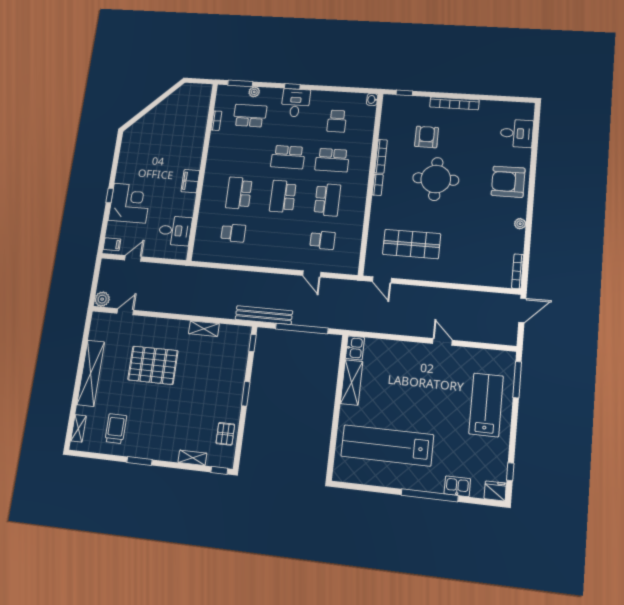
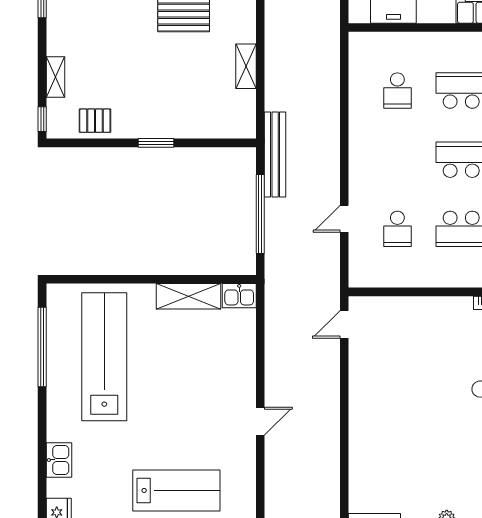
shop shelf: (412, 244) -> (403, 363), removed
window: (252, 343) -> (232, 143), removed
window: (430, 495) -> (42, 347), moved

